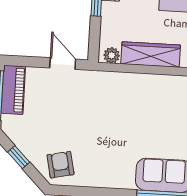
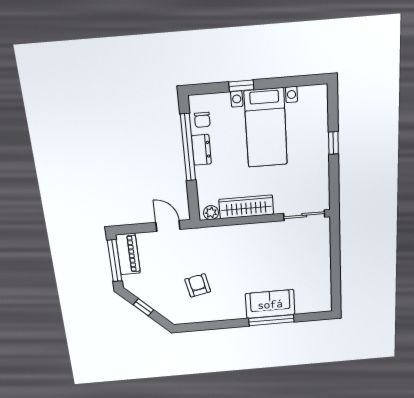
armchair: (60, 165) -> (198, 285), moved

